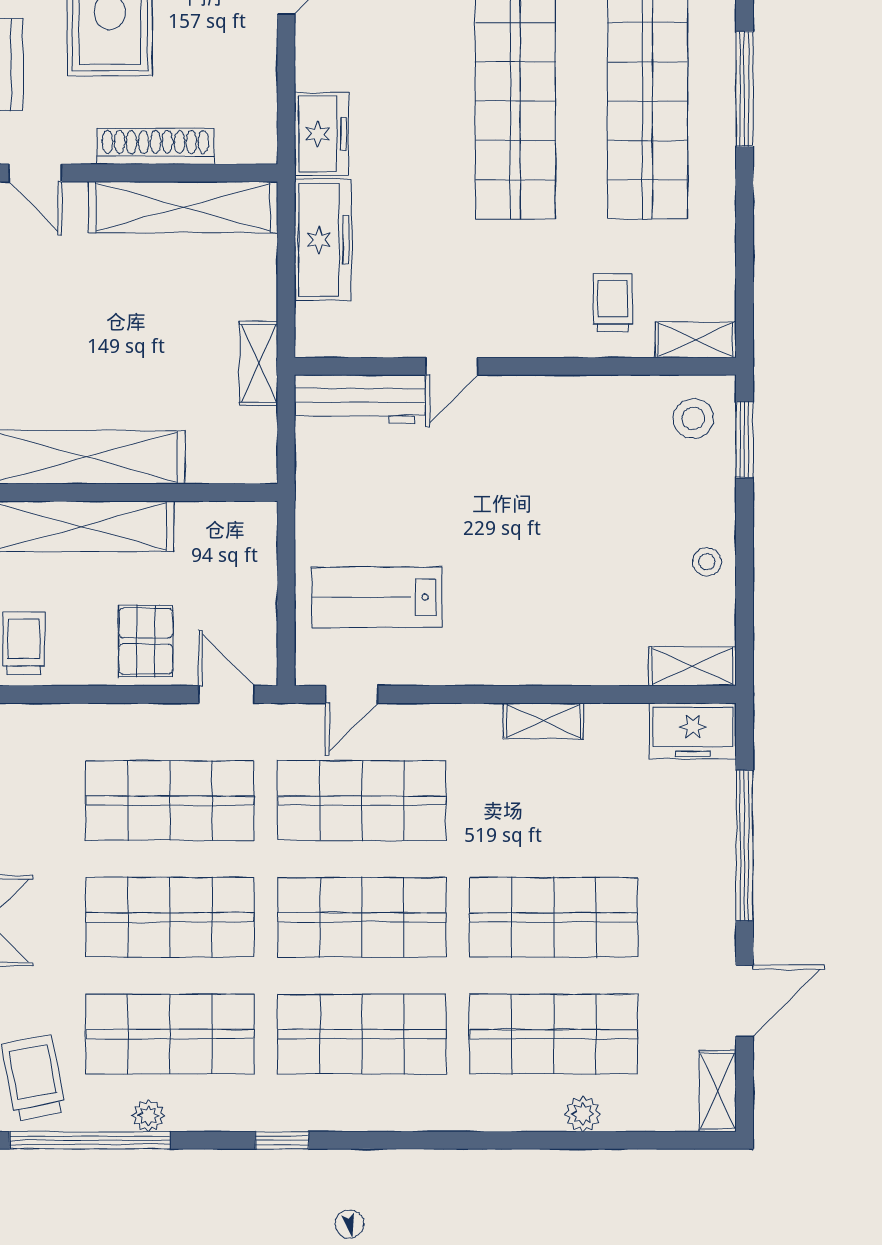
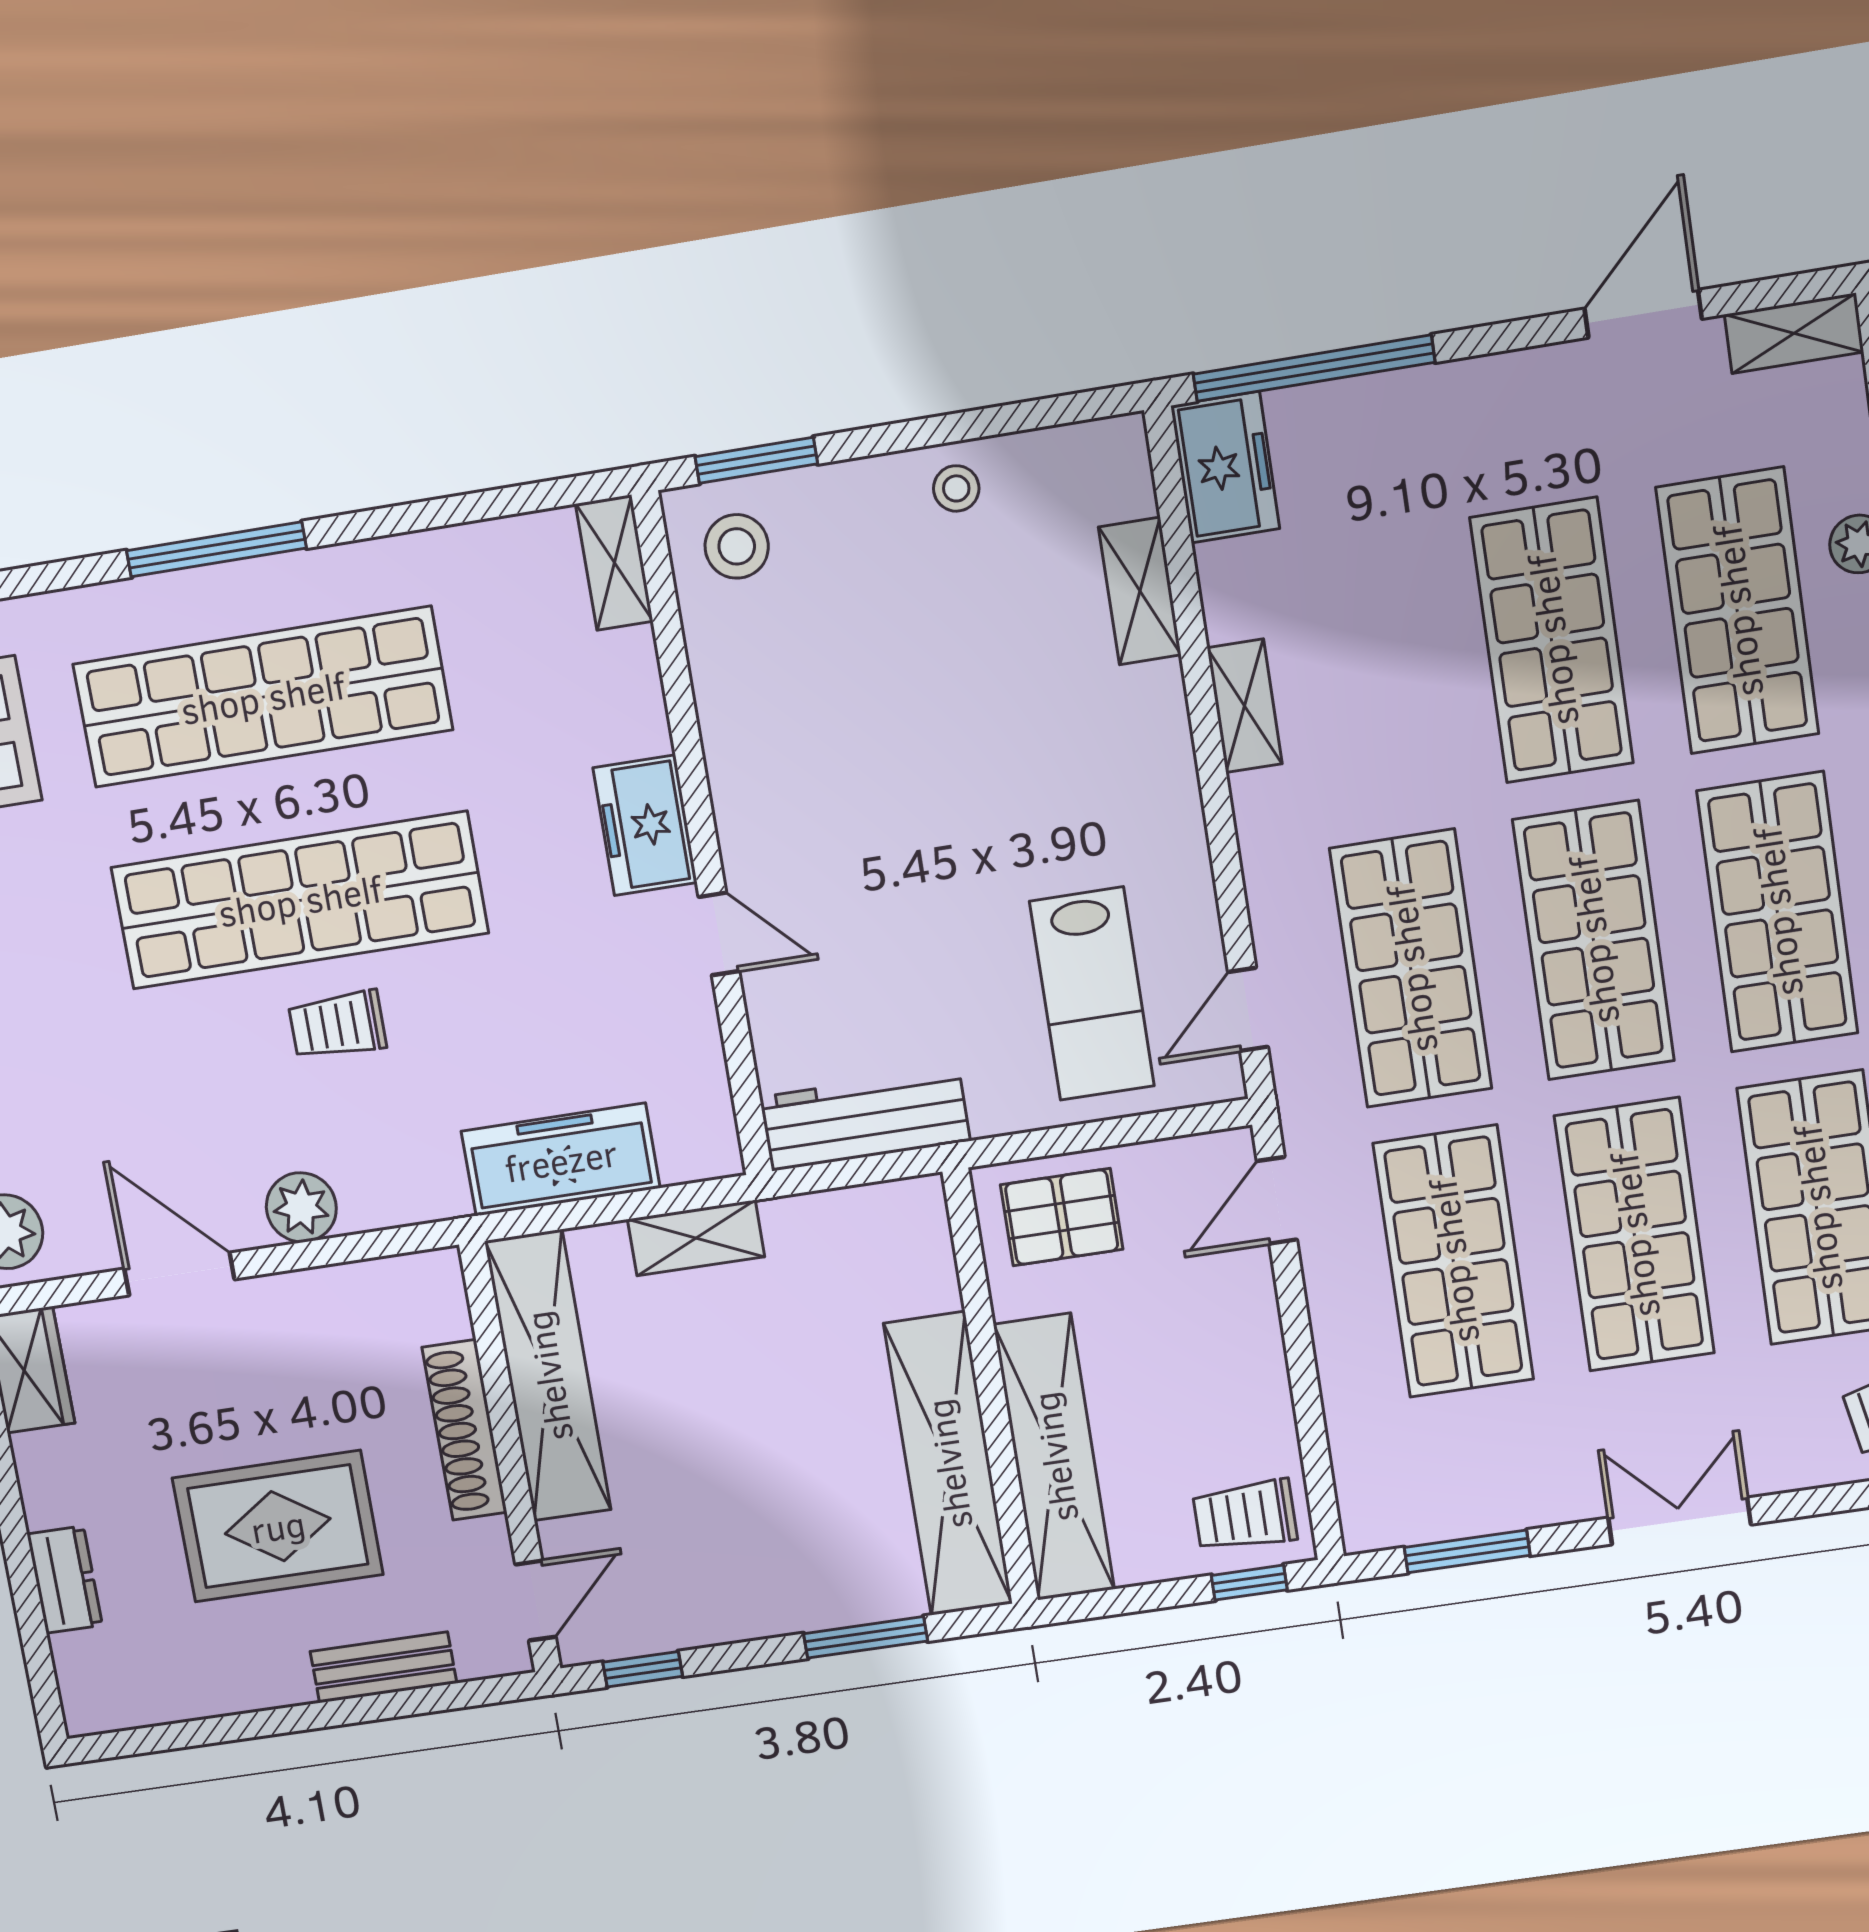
plant: (317, 66) -> (301, 1207), added
freezer: (321, 134) -> (645, 825), moved, turned -90
trolley: (613, 303) -> (337, 1025), moved
shelving: (259, 363) -> (696, 1238), moved
workbench: (360, 399) -> (865, 1119), moved, turned -90
pallet: (146, 641) -> (1062, 1217), moved
shelving: (692, 666) -> (1140, 591), moved
door: (352, 694) -> (1248, 1009), swing flipped
window: (744, 845) -> (1314, 368), moved
door: (744, 1001) -> (1643, 314), hinge flipped

